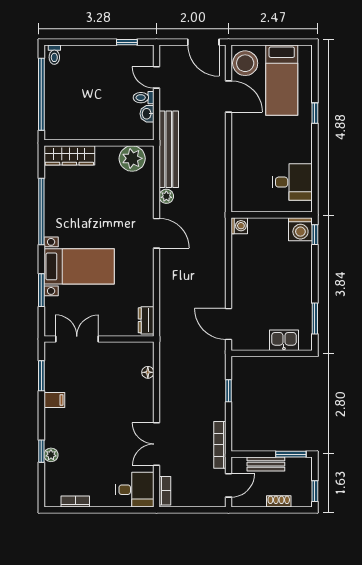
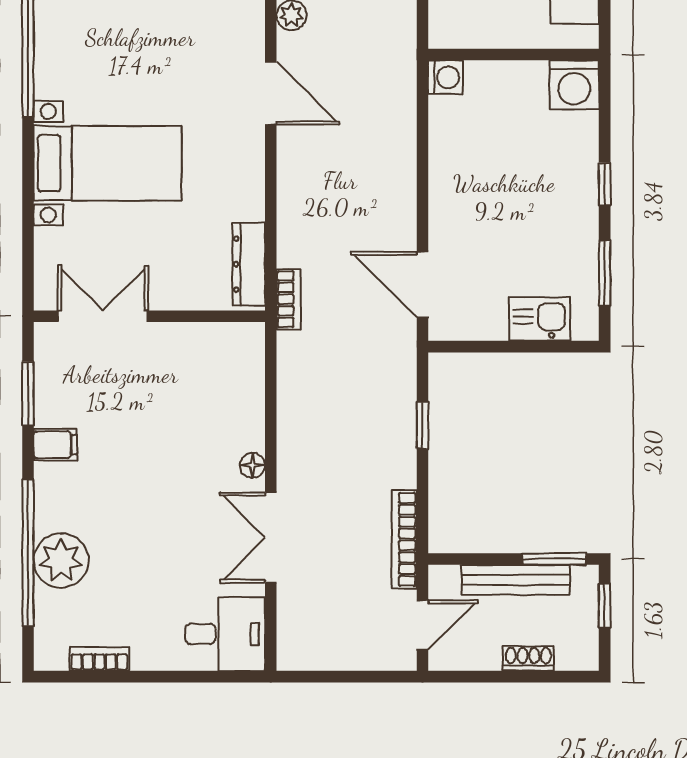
window: (315, 235) -> (605, 184), moved
window: (41, 290) -> (28, 213), removed
dresser: (146, 320) -> (249, 264), width x1.44
floor lamp: (148, 372) -> (252, 465), moved
window: (41, 451) -> (28, 553), width x3.17
plant: (51, 455) -> (61, 561), width x1.88, depth x1.88
bench: (266, 464) -> (515, 580), width x1.36
bookcase: (165, 491) -> (289, 299), moved
window: (315, 491) -> (605, 606), moved

